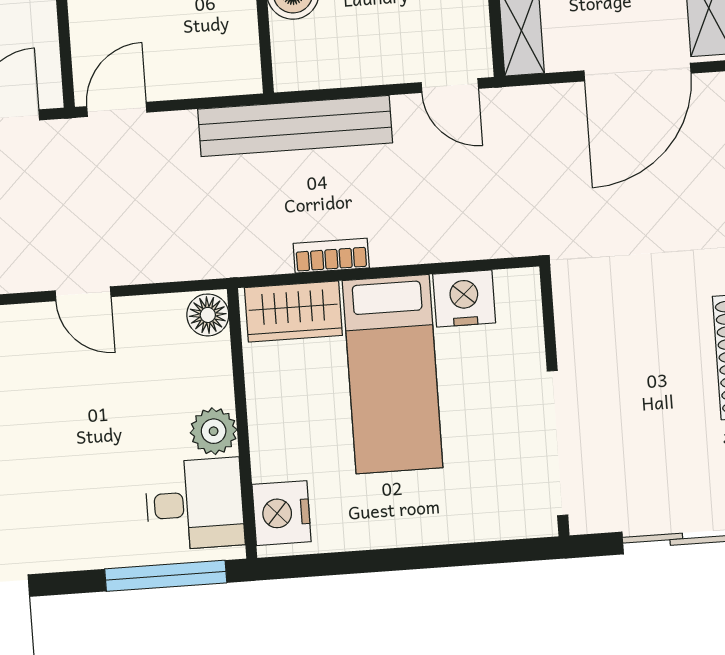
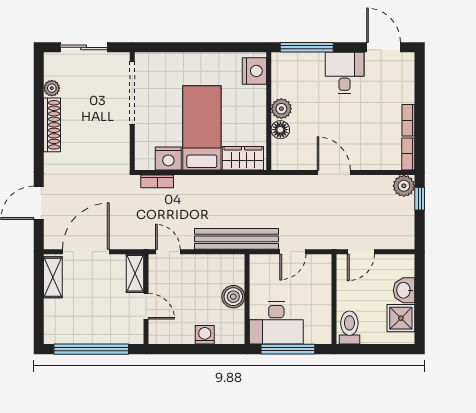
door: (117, 109) -> (293, 252), moved
bookcase: (331, 256) -> (157, 181), moved
door: (83, 294) -> (334, 173), width x1.38
floor lamp: (208, 315) -> (280, 130), moved
desk: (195, 504) -> (345, 73), moved, turned 90

